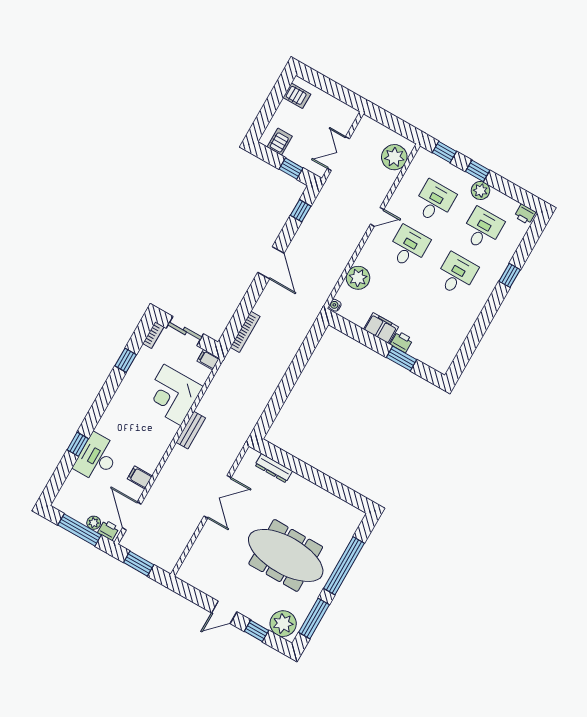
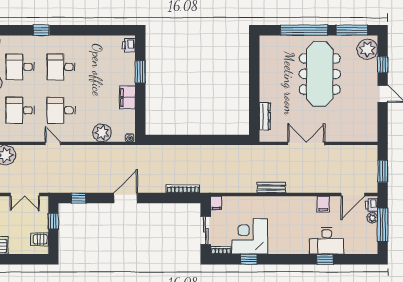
printer: (402, 342) -> (129, 45), moved
corner desk: (172, 395) -> (250, 236), moved, turned 180

